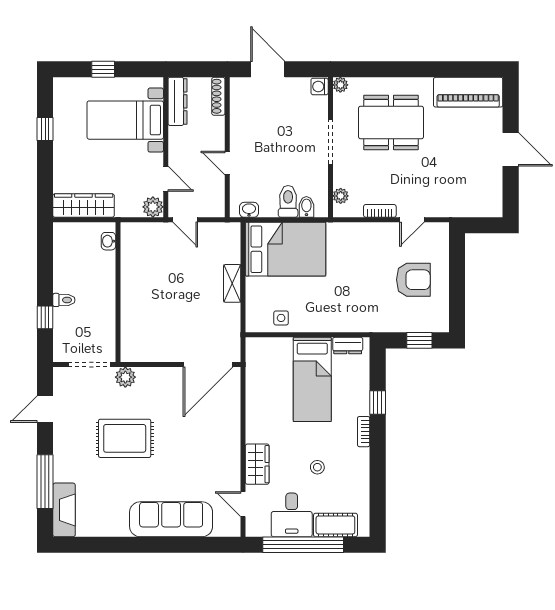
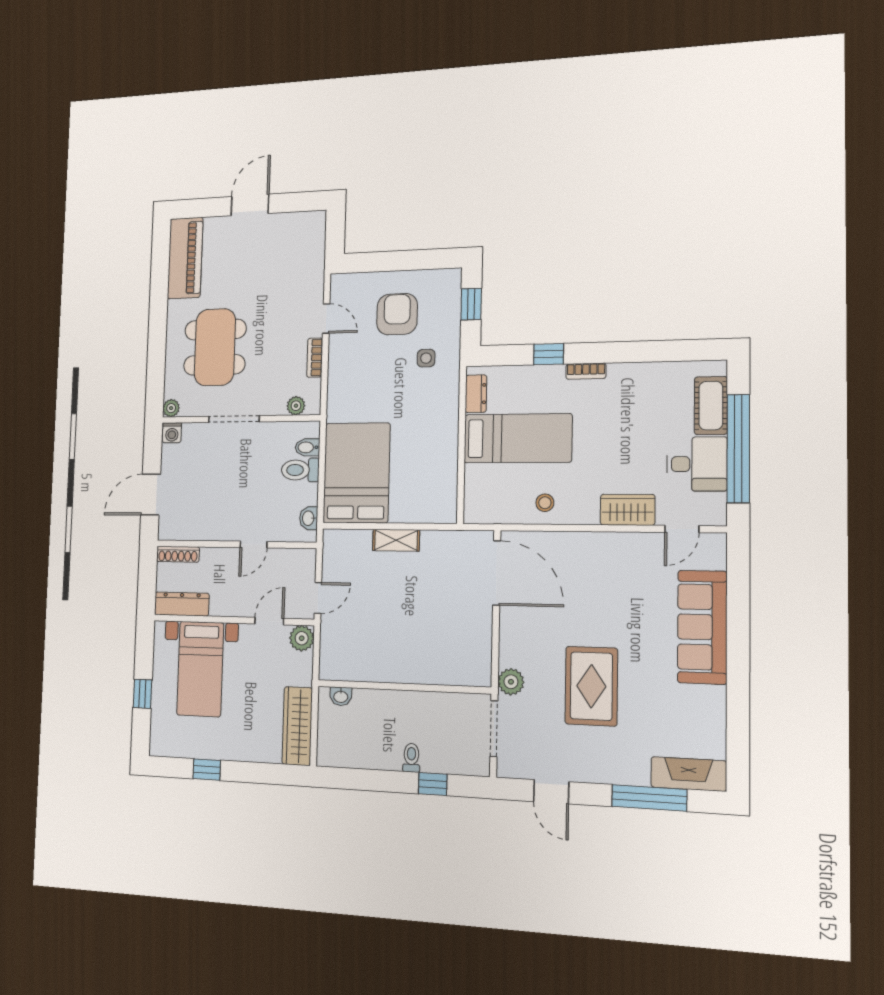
side table: (281, 318) -> (426, 358), moved
stool: (317, 467) -> (545, 503), moved

